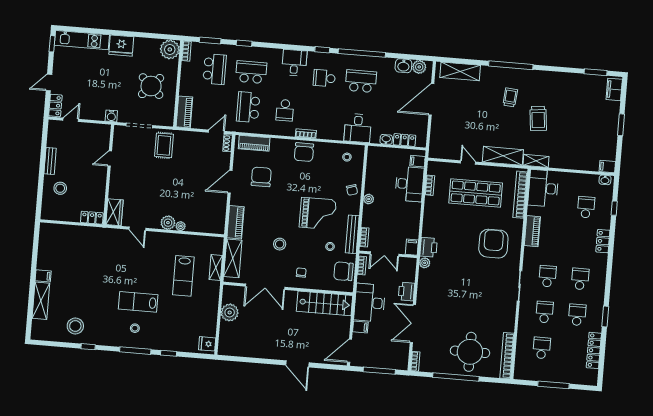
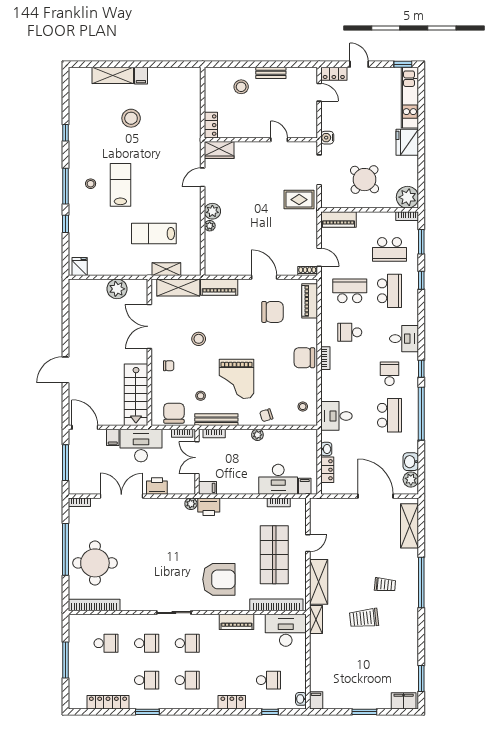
stool: (75, 326) -> (131, 118), moved

